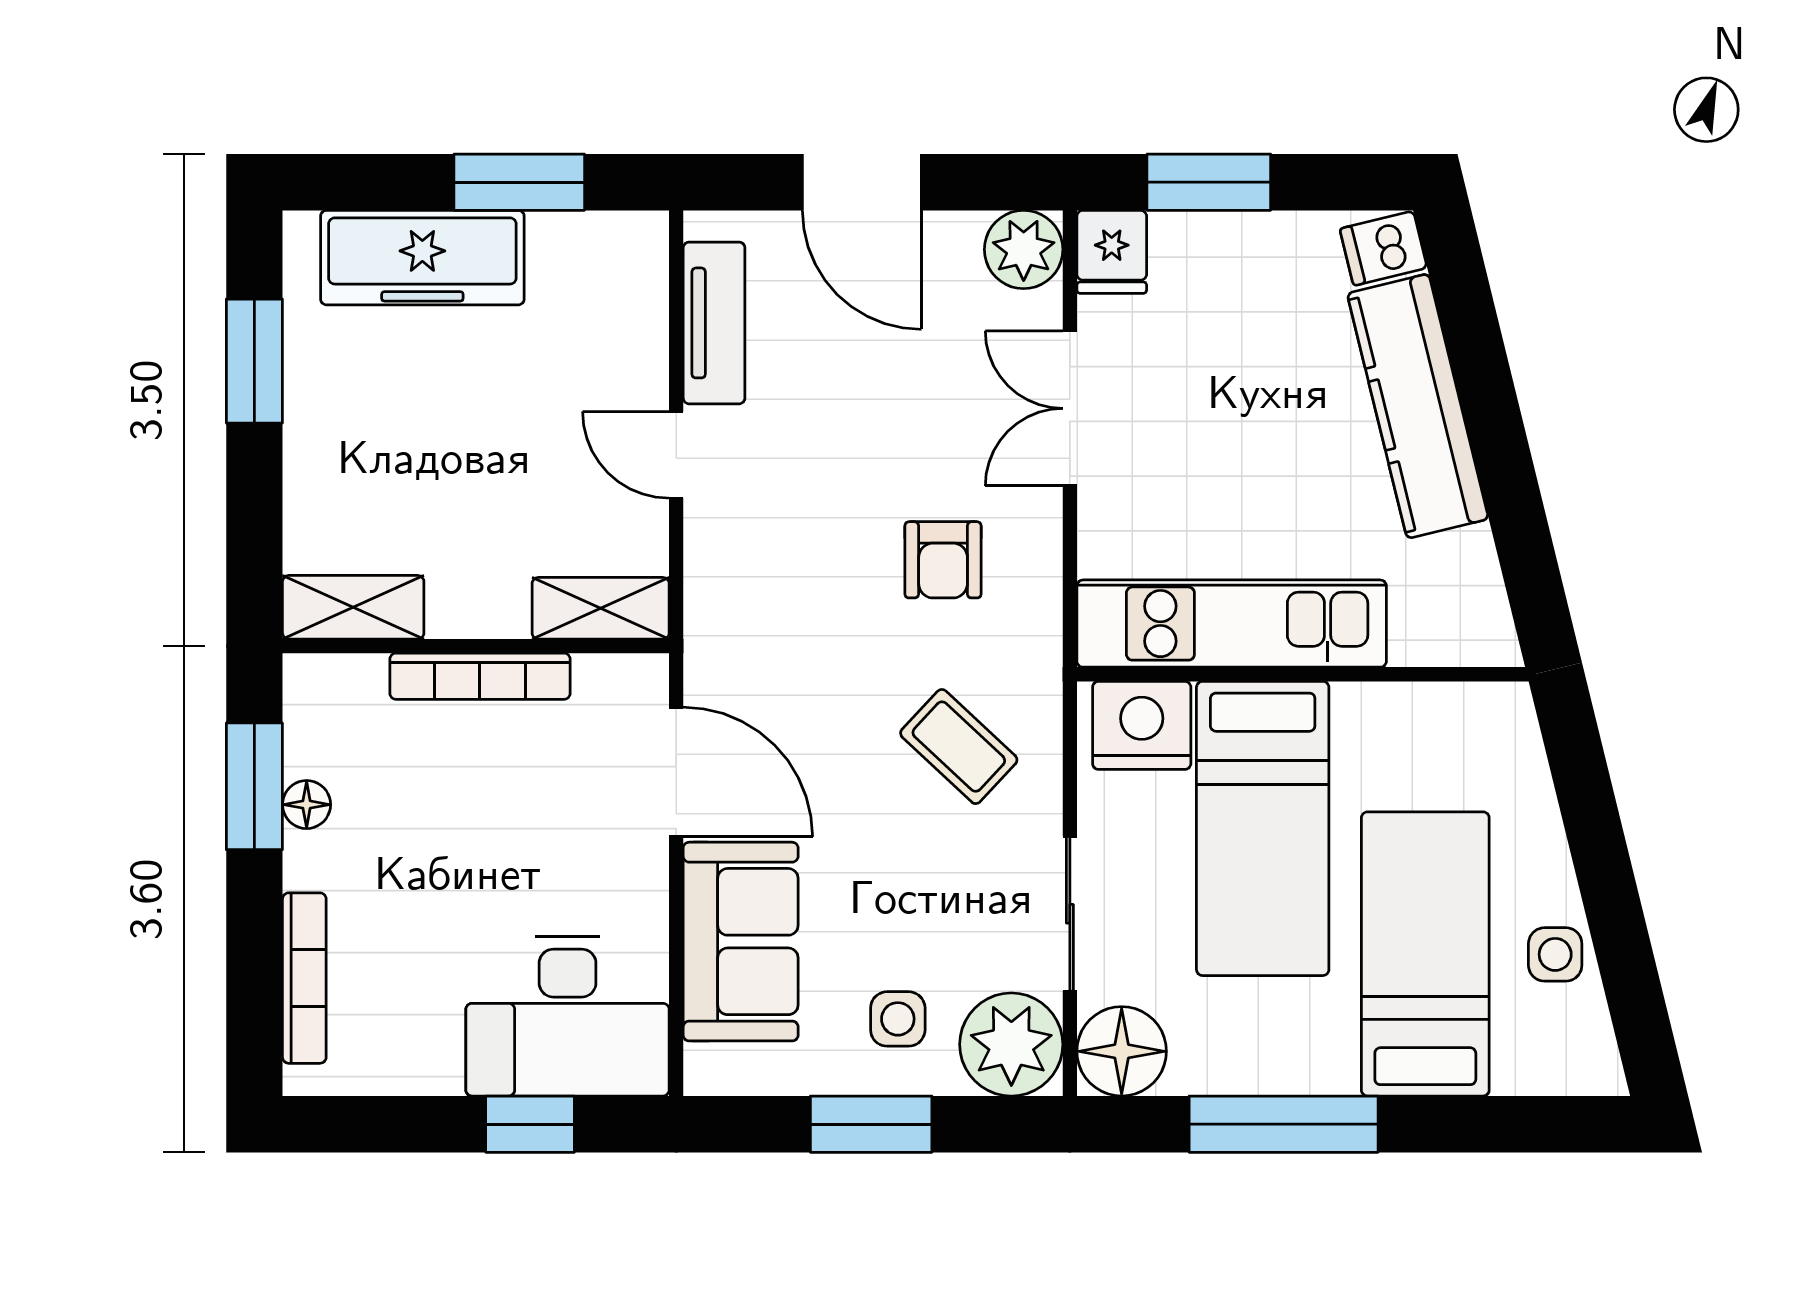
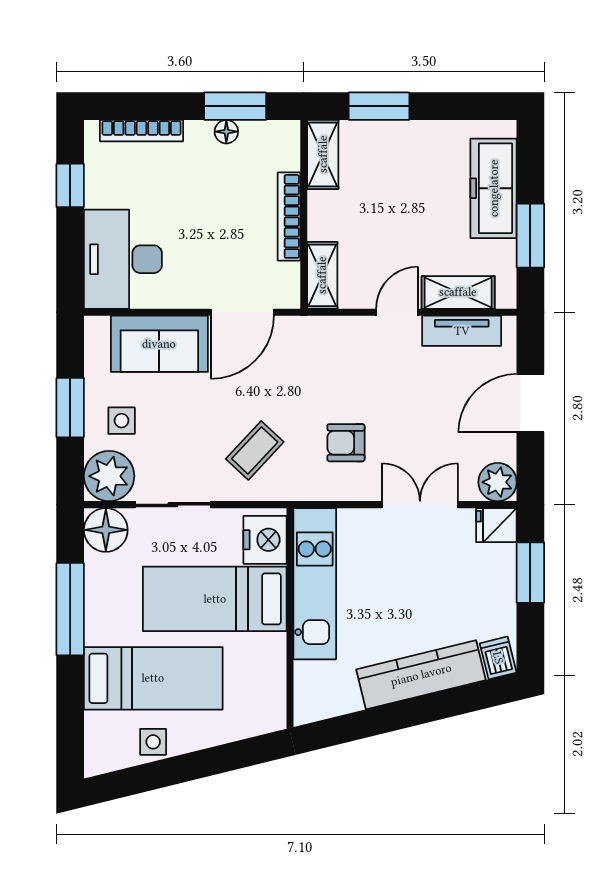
shelving: (636, 330) -> (458, 292), added
window: (254, 361) -> (379, 106), moved
window: (530, 1124) -> (70, 185), moved

